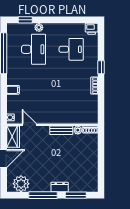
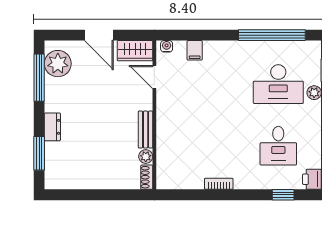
window: (101, 67) -> (283, 195), moved
filing cabinet: (13, 90) -> (195, 50), moved
door: (29, 125) -> (154, 77), swing flipped
window: (43, 195) -> (39, 78), moved

